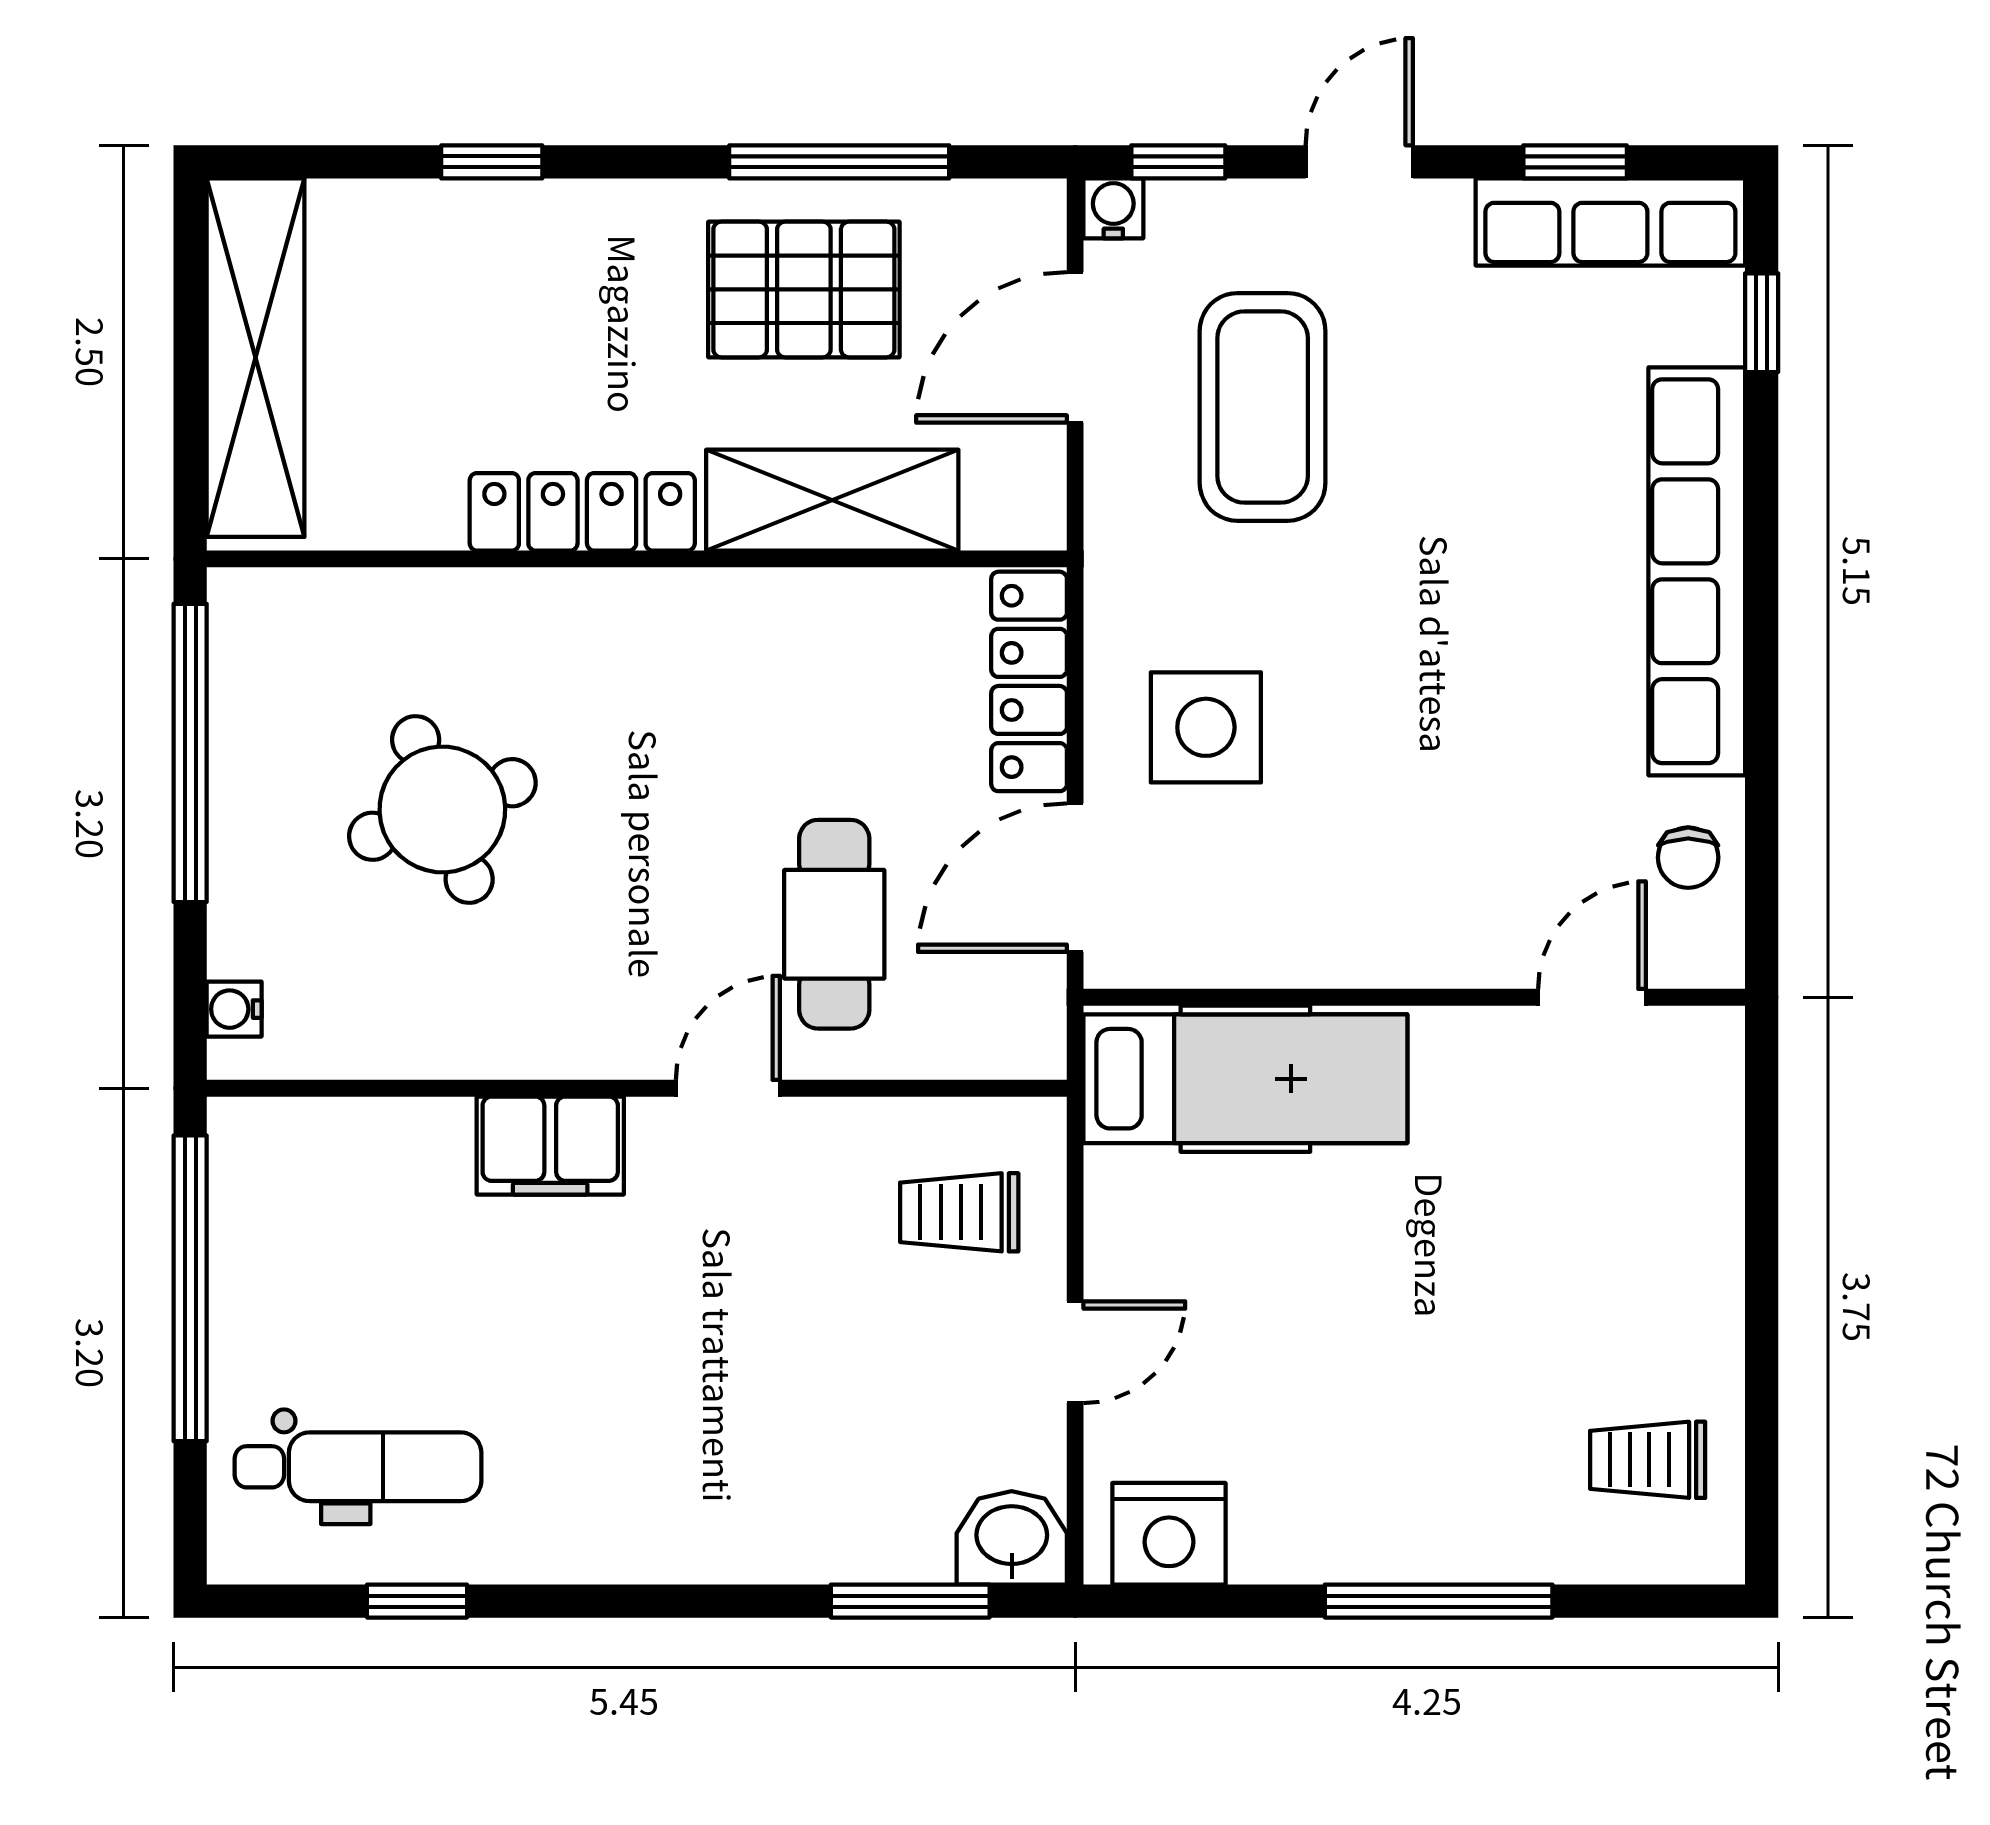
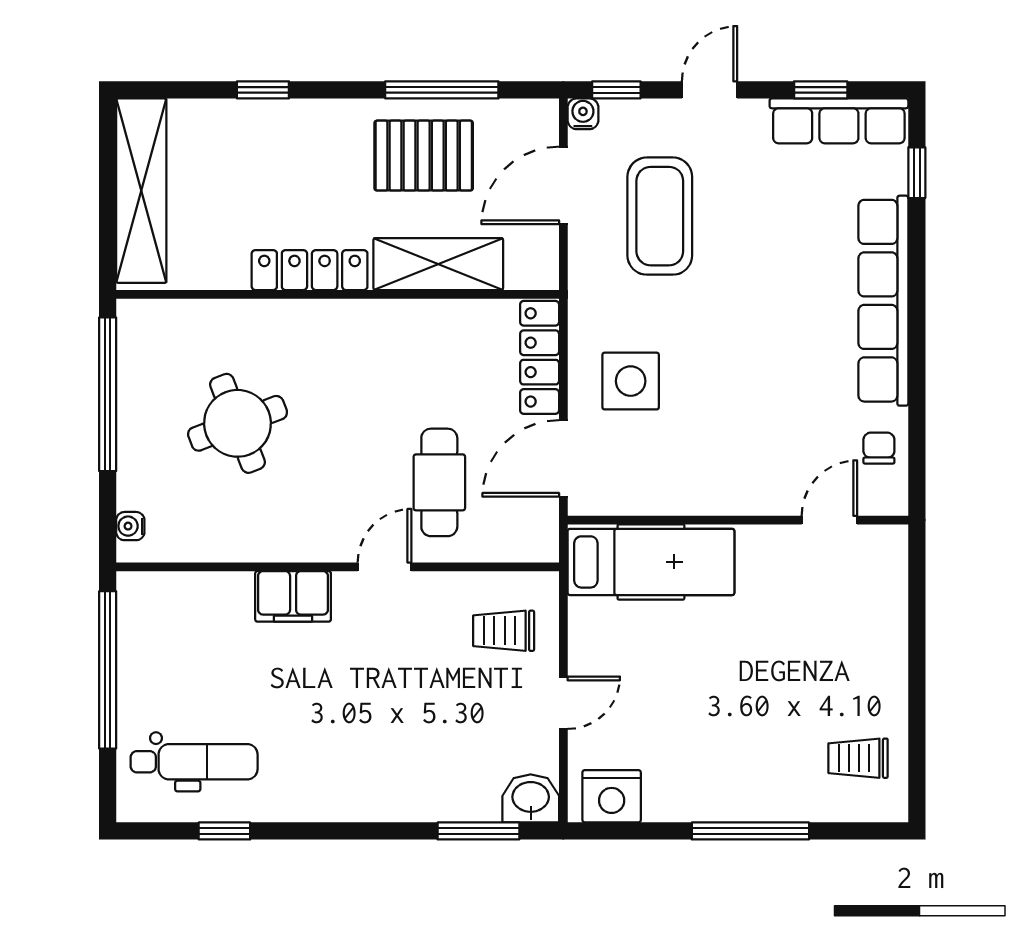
chair: (1688, 858) -> (879, 448), turned 180

